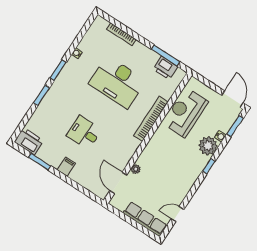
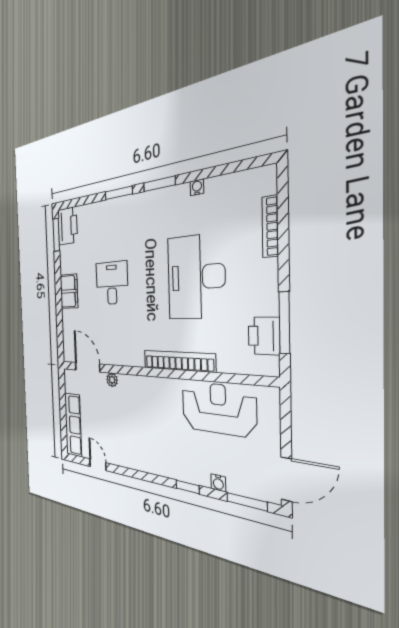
plant: (208, 146) -> (195, 469), removed
window: (40, 162) -> (56, 235), moved
window: (209, 166) -> (188, 487), moved
filing cabinet: (66, 167) -> (69, 291), width x2.00
door: (118, 183) -> (88, 367), hinge flipped

